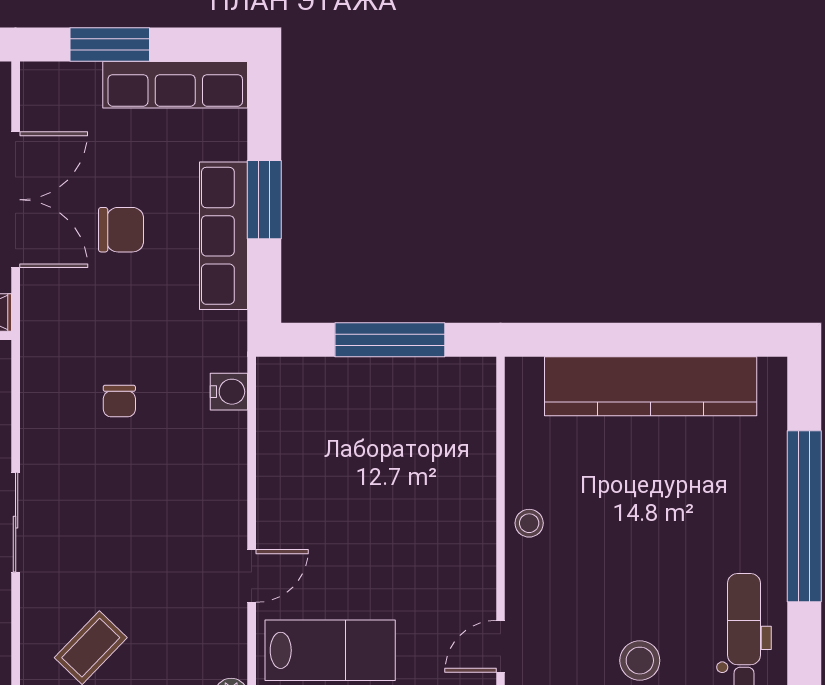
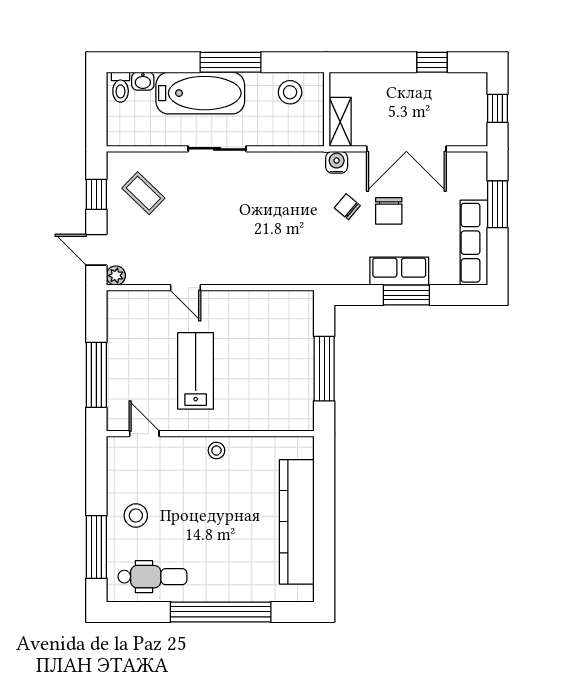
row of seats: (224, 236) -> (399, 271), width x0.68
water cooler: (229, 392) -> (337, 162), moved, turned 180
chair: (119, 401) -> (347, 207), moved, turned 40
lab bench: (330, 650) -> (196, 371), moved, turned 180

